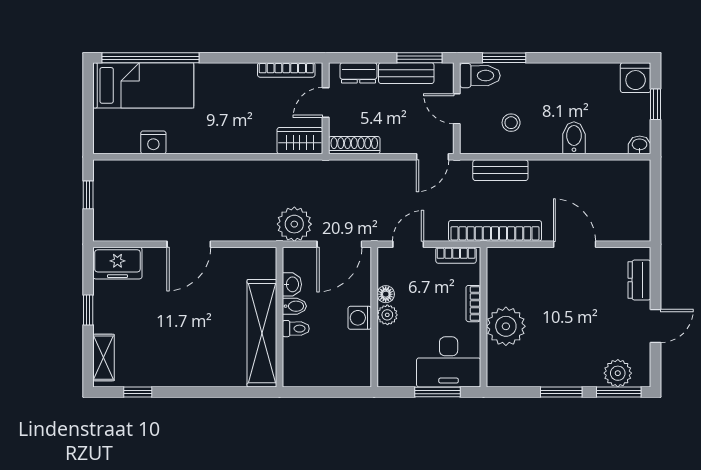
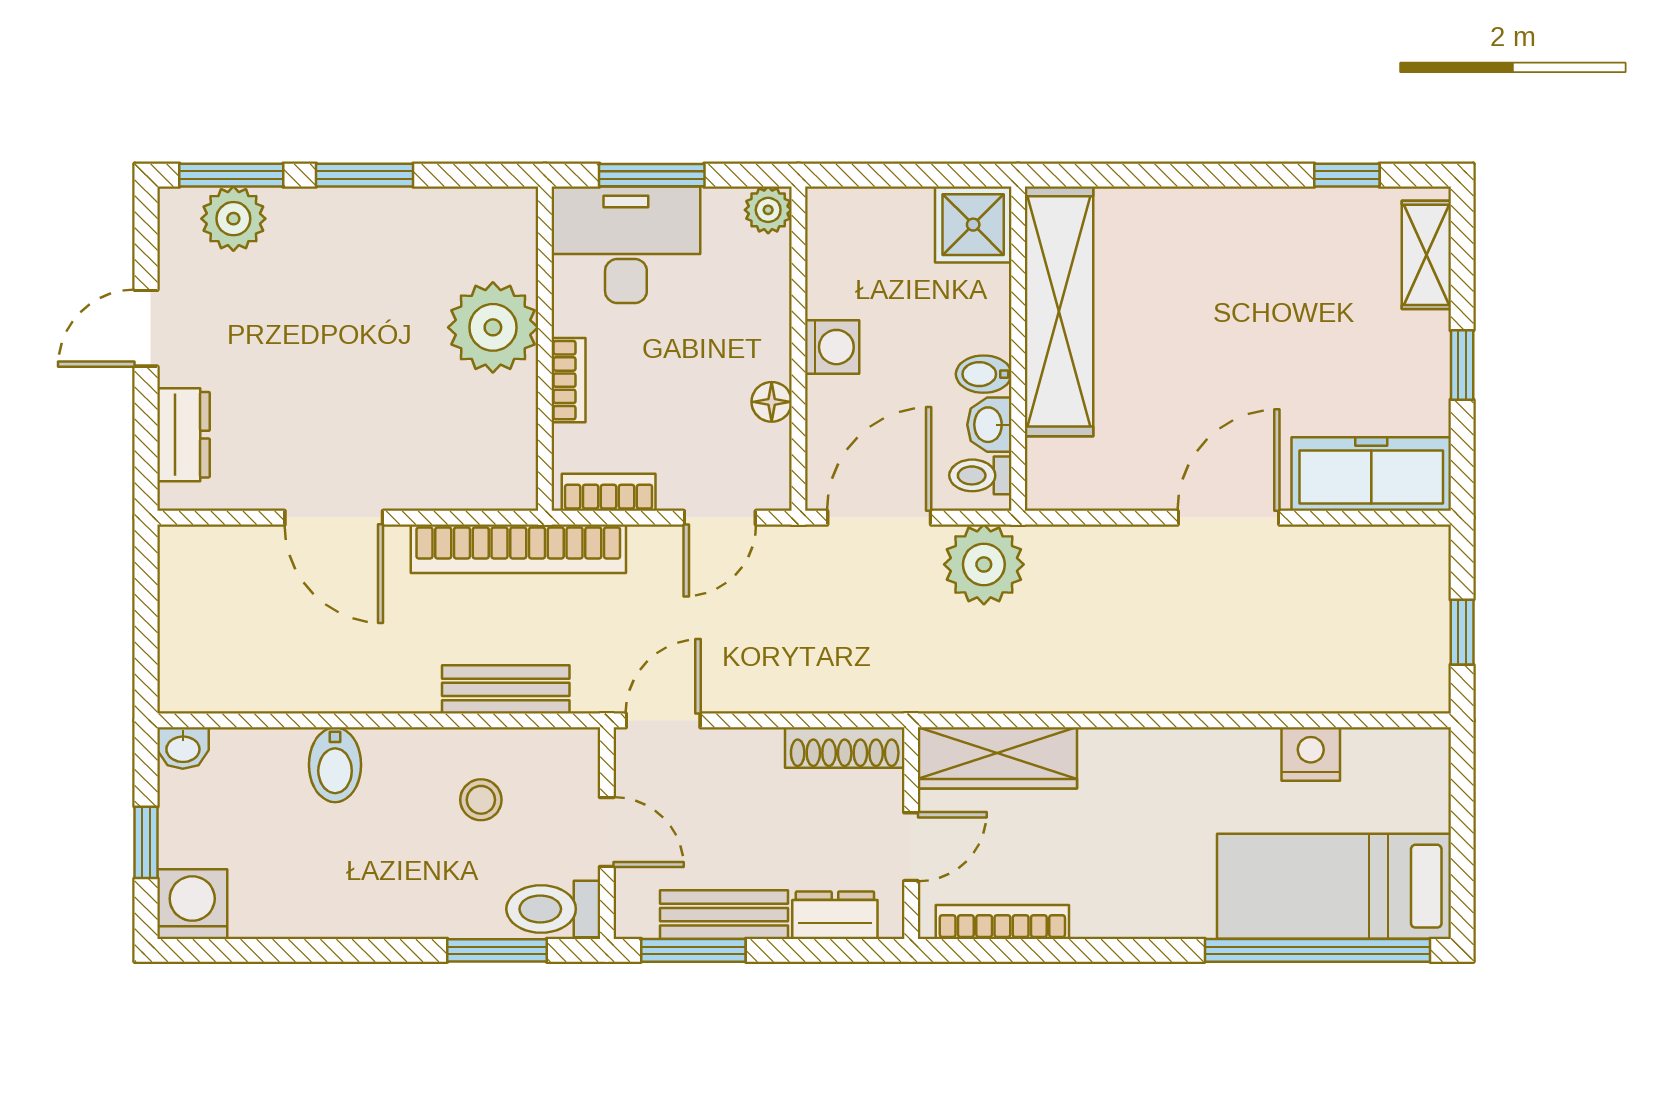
wardrobe: (300, 141) -> (997, 758), width x1.50
freezer: (117, 263) -> (1371, 474), width x1.40
plant: (387, 315) -> (768, 210), moved
toilet: (296, 329) -> (980, 475), moved
shower: (299, 371) -> (973, 225), added

